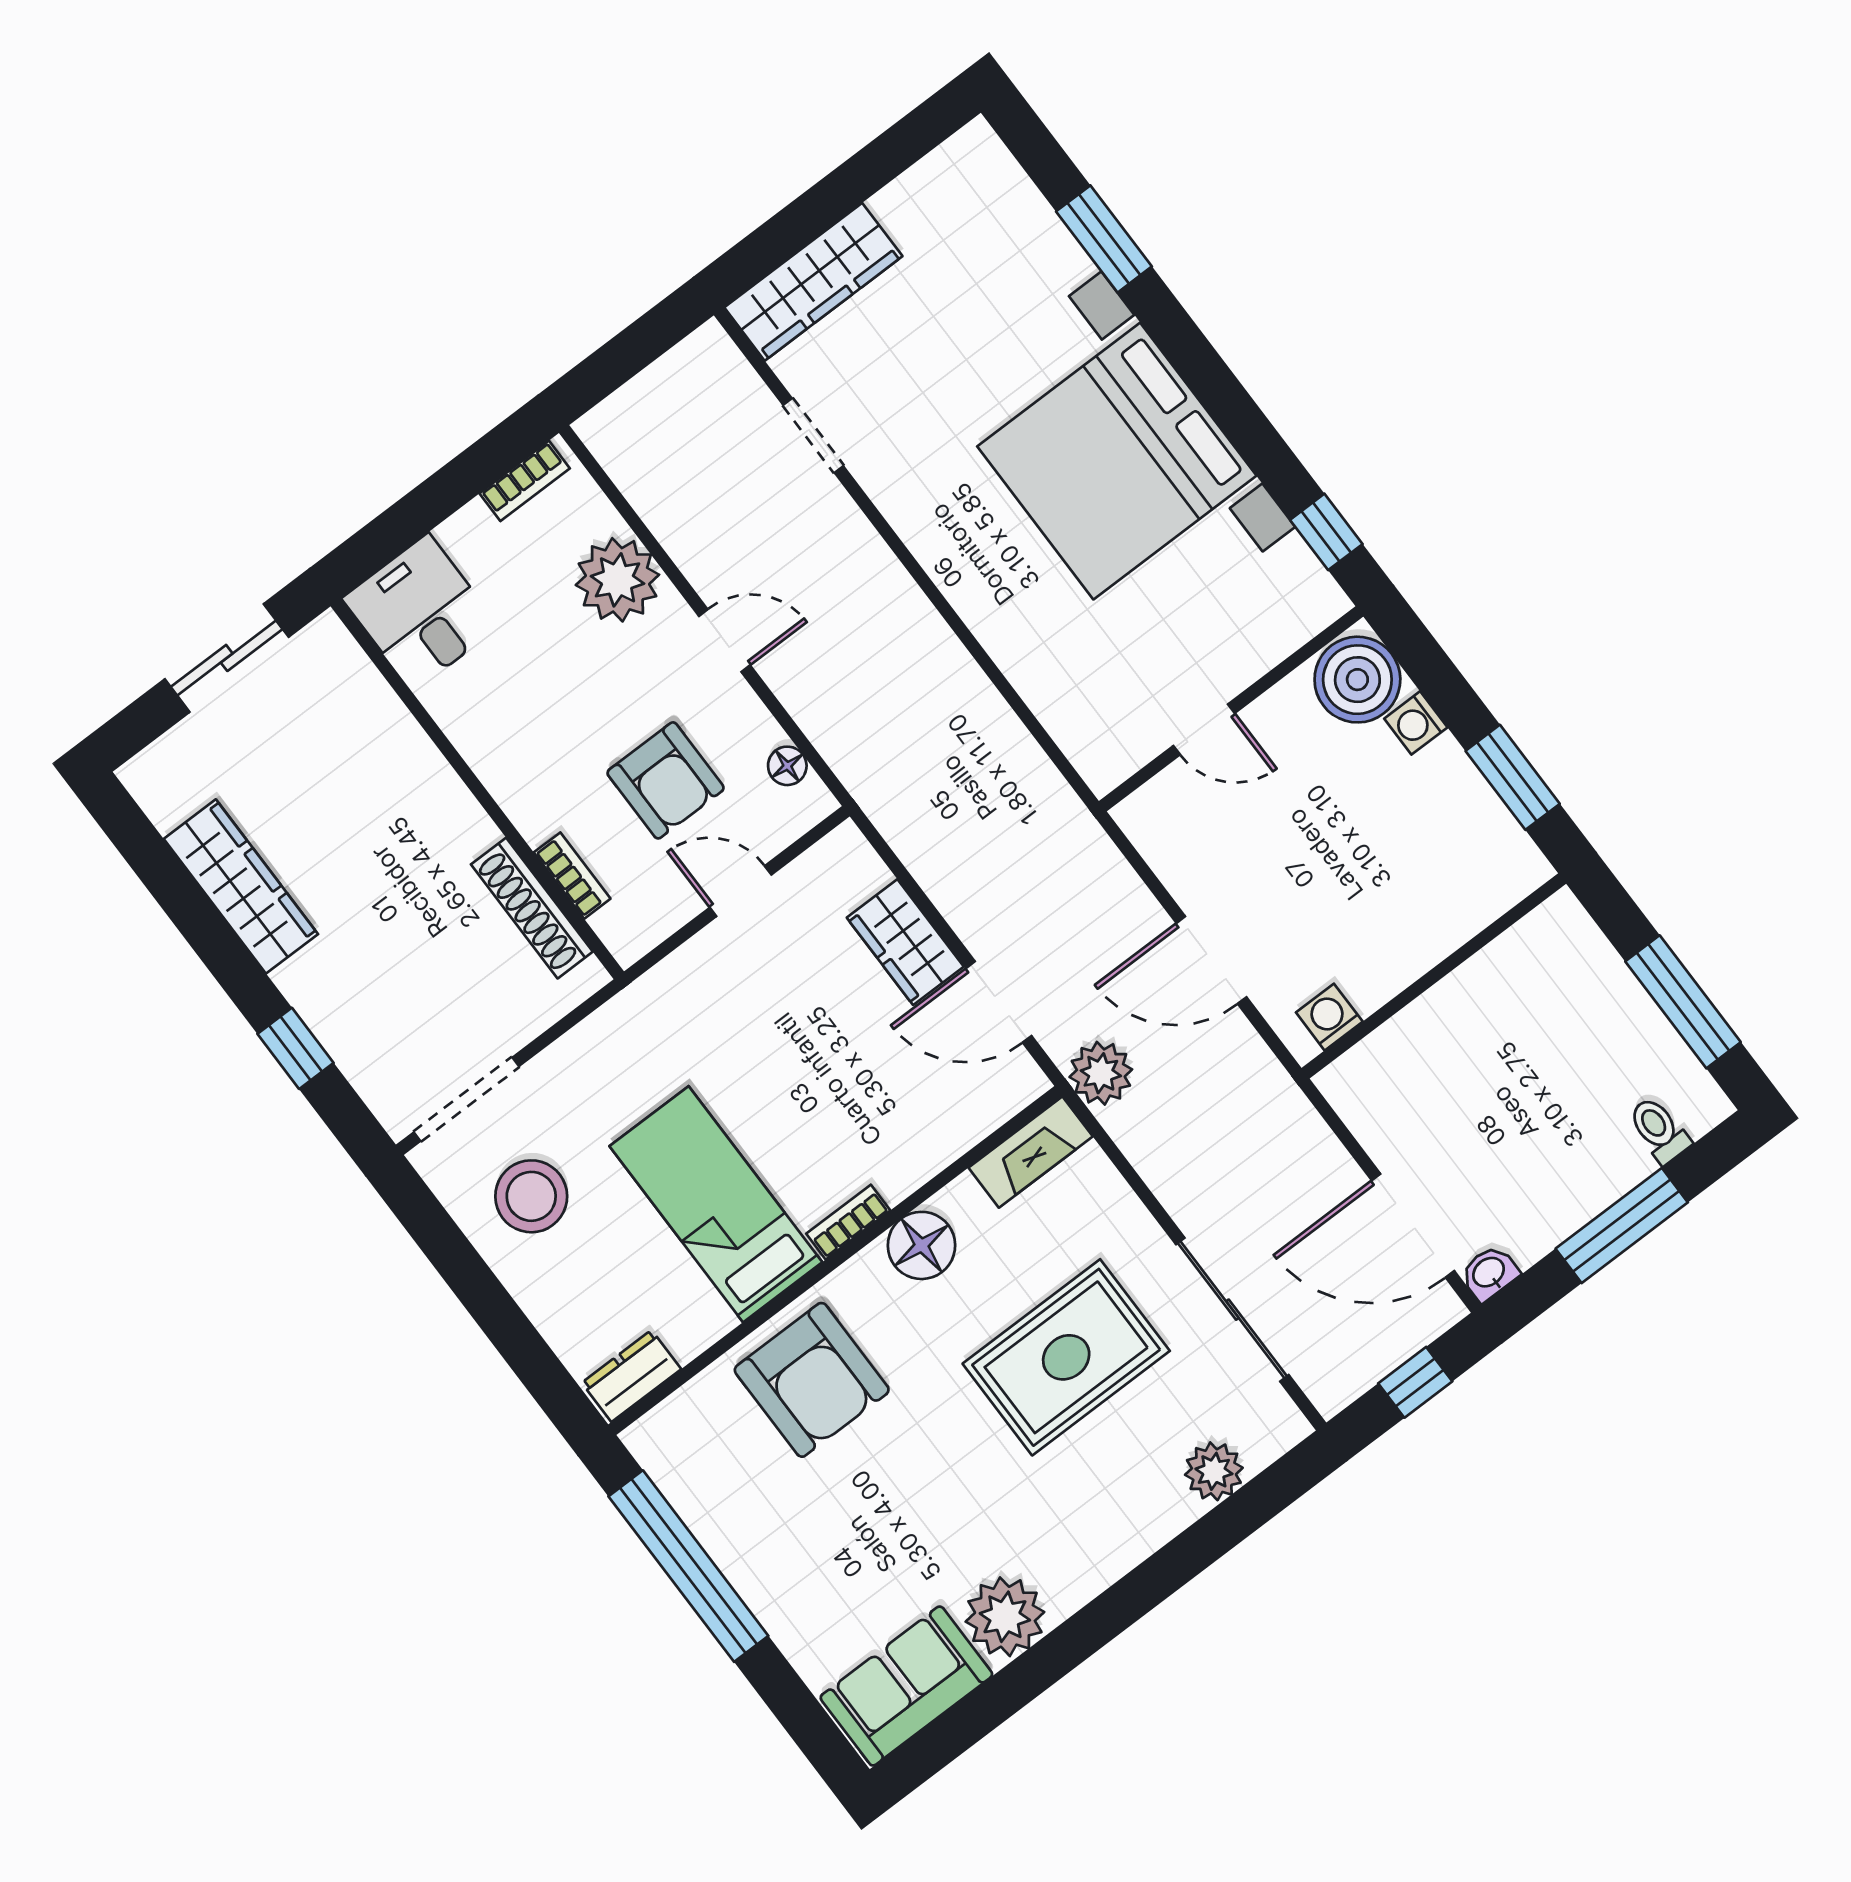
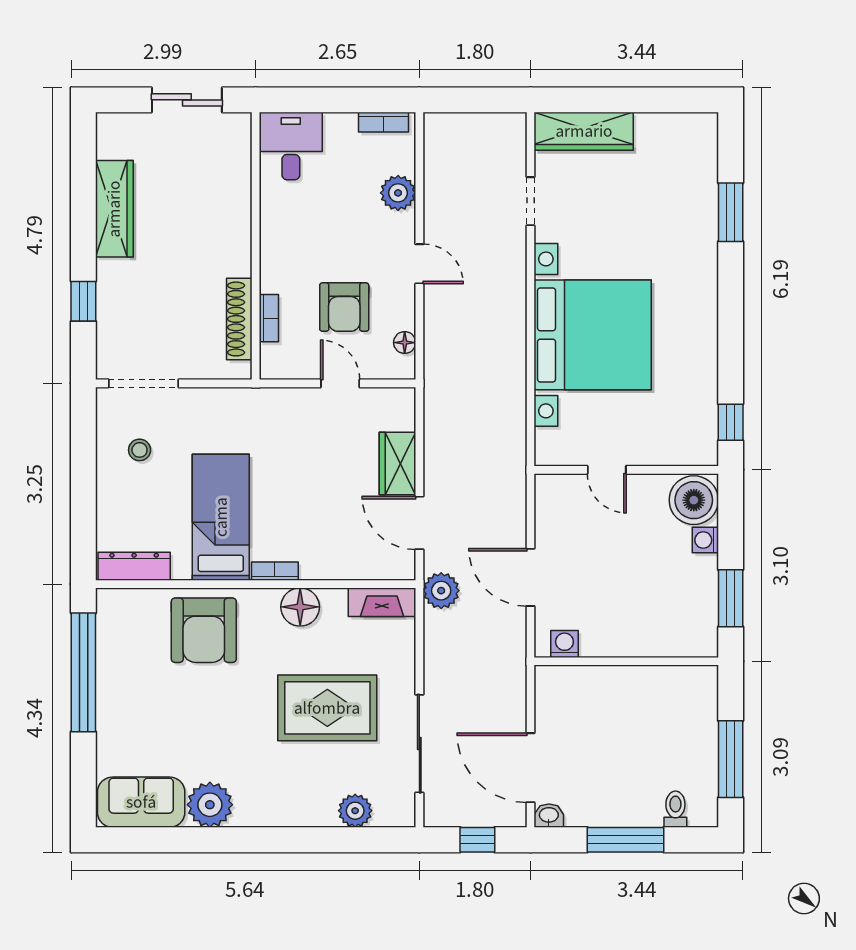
bed with nightstands: (1117, 461) -> (593, 335), moved, turned 180
plant: (617, 580) -> (398, 193), width x0.73, depth x0.73
stool: (531, 1196) -> (140, 450), width x0.53, depth x0.53
dresser: (631, 1376) -> (134, 566), width x1.44

